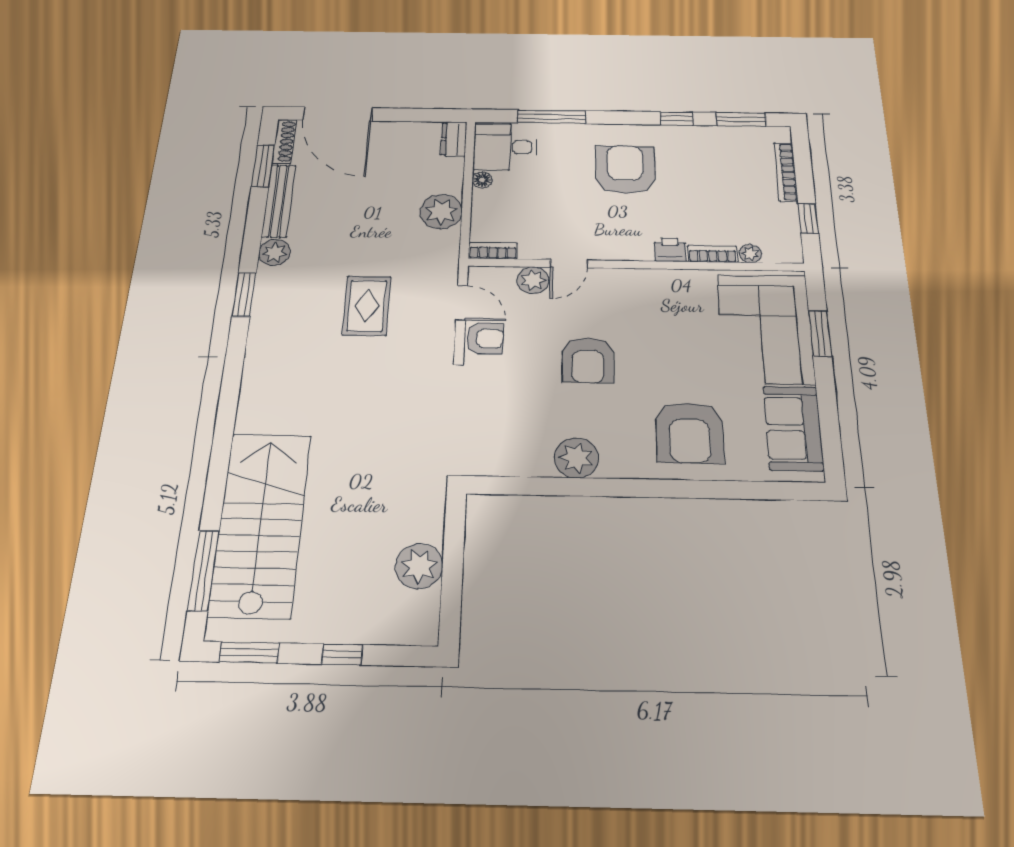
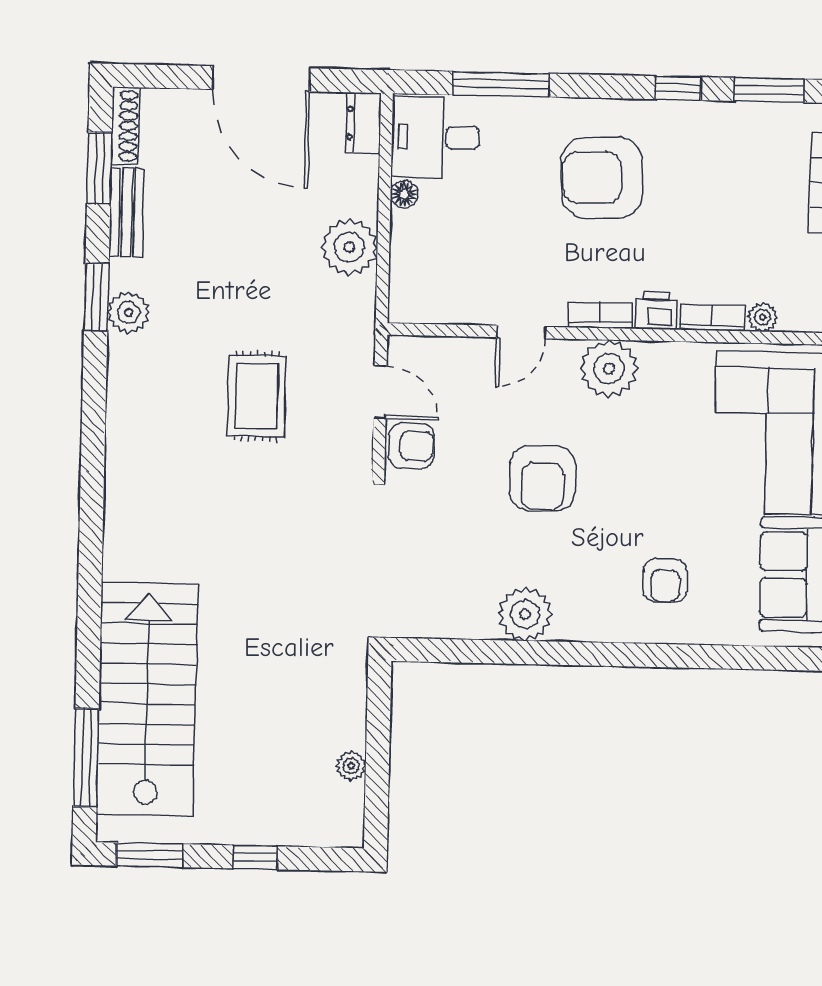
door: (338, 114) -> (261, 79), moved
armchair: (625, 170) -> (602, 178), turned -92
bench: (279, 201) -> (127, 212), width x0.73
bookcase: (493, 251) -> (600, 315), moved
plant: (533, 280) -> (609, 369), moved, width x1.36, depth x1.36
window: (244, 295) -> (96, 297), moved
armchair: (689, 433) -> (665, 580), width x0.53, depth x0.53
plant: (419, 566) -> (351, 766), width x0.53, depth x0.53

